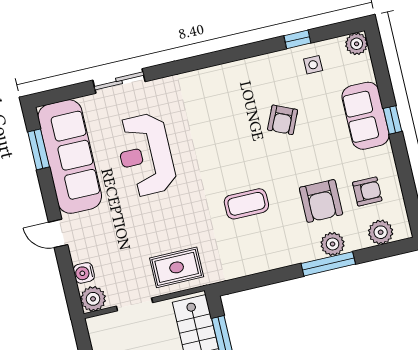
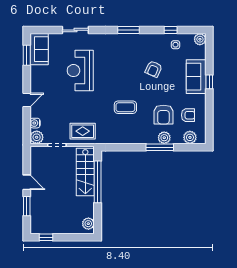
window: (219, 58) -> (129, 30), added
sofa: (70, 157) -> (39, 49), width x0.54, depth x0.79
door: (58, 233) -> (27, 100), swing flipped

